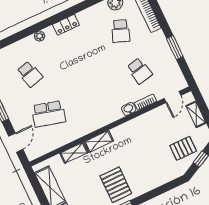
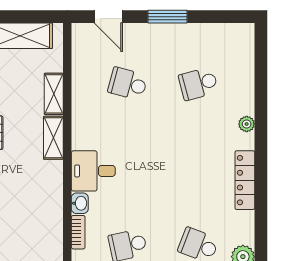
locker: (66, 25) -> (245, 180), width x1.53
desk: (107, 110) -> (93, 171), added
school desk: (48, 114) -> (128, 84), width x0.54

